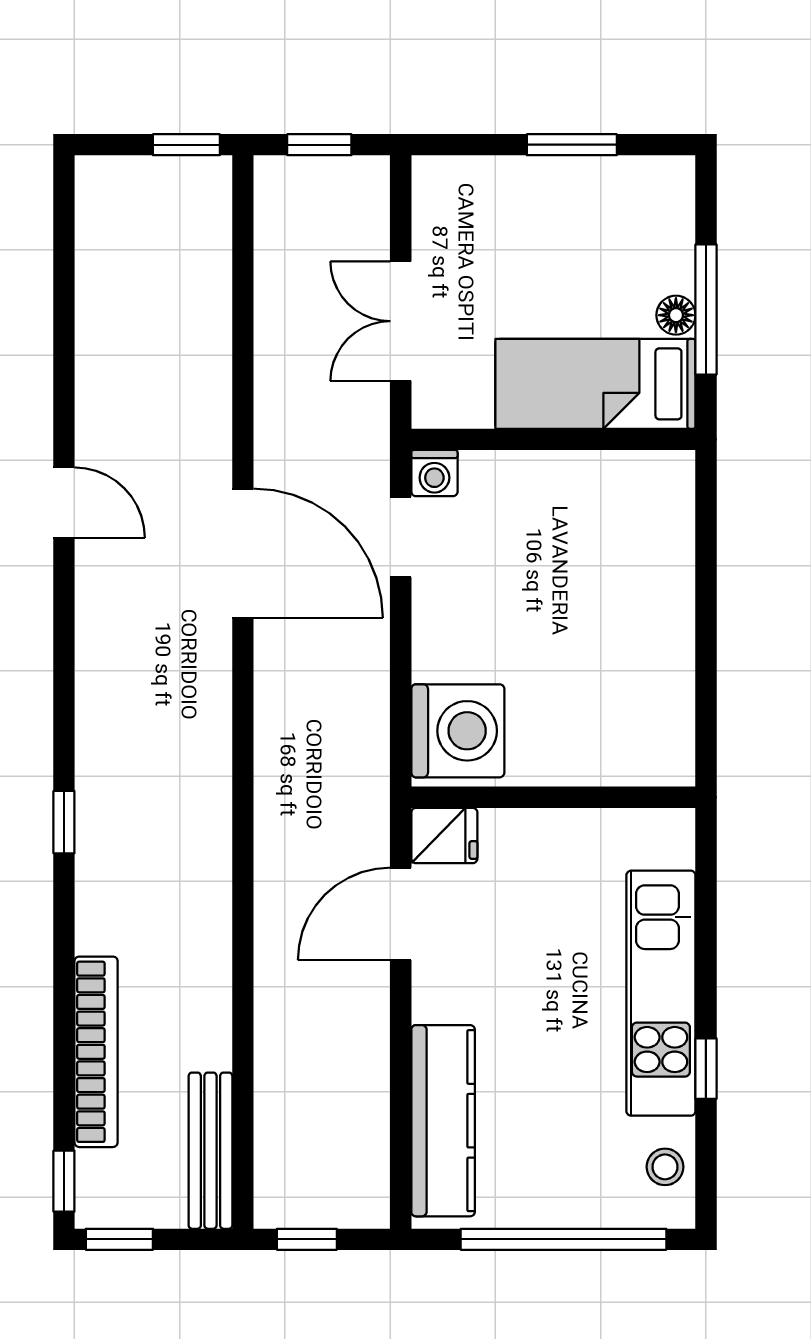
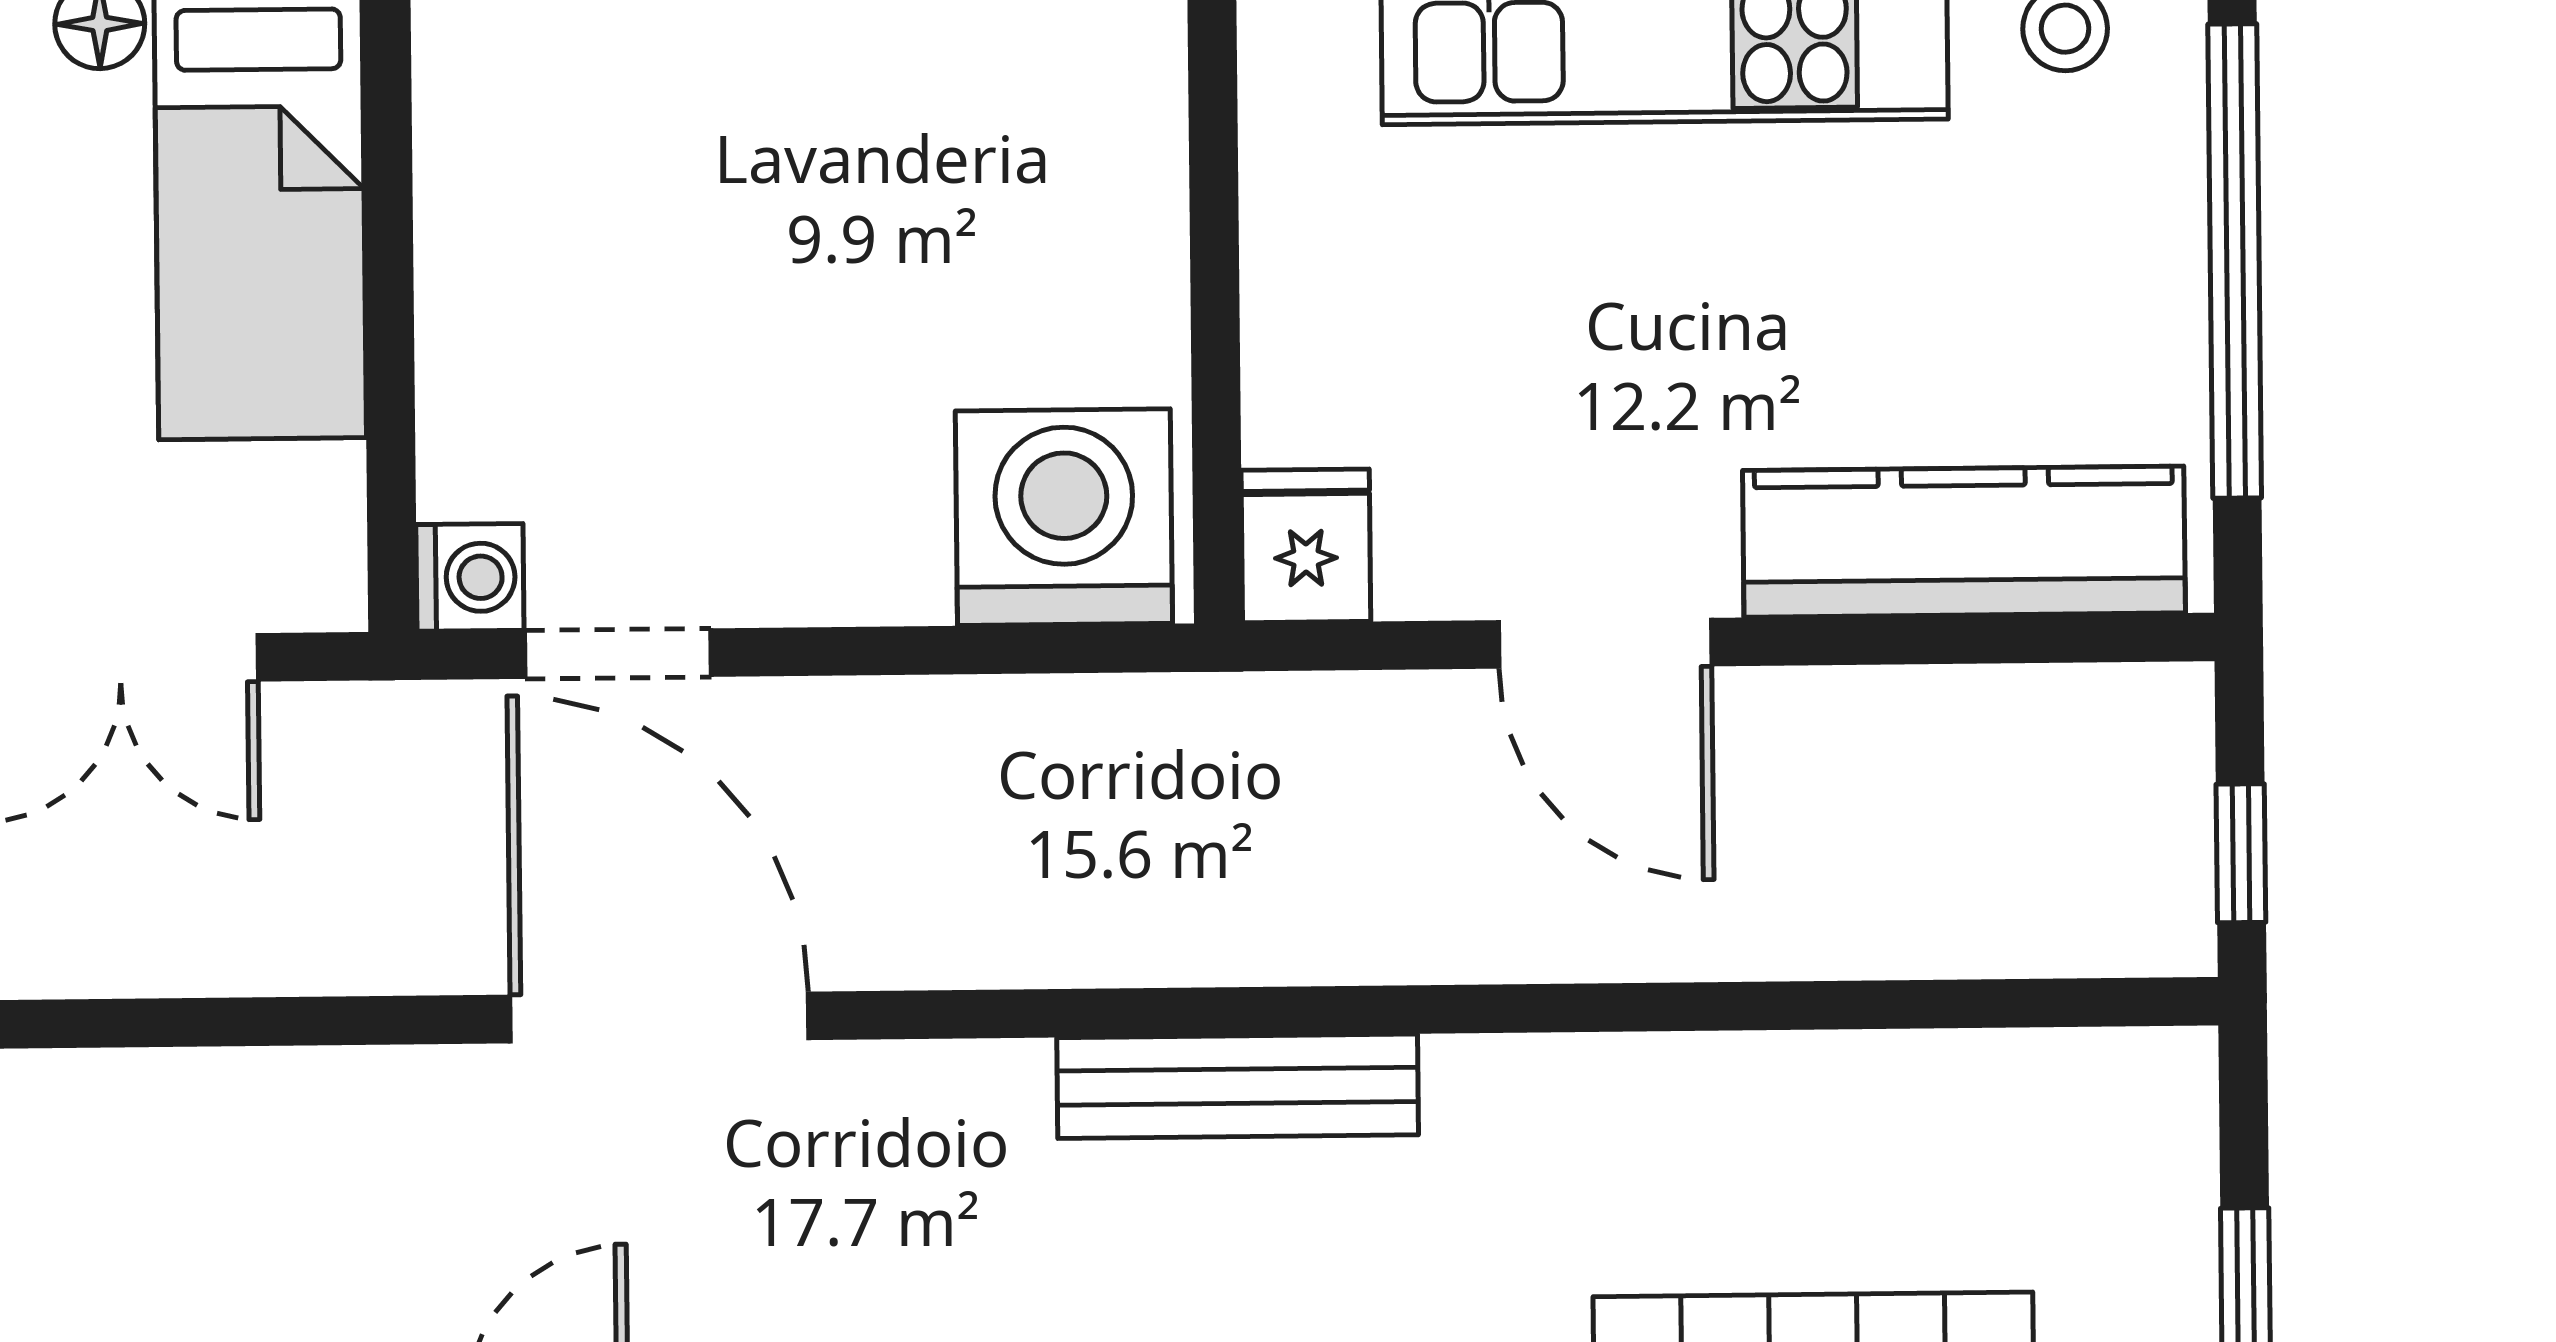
door: (243, 553) -> (659, 1017), hinge flipped
door: (401, 914) -> (1605, 643), moved
bench: (210, 1151) -> (1238, 1086), moved

